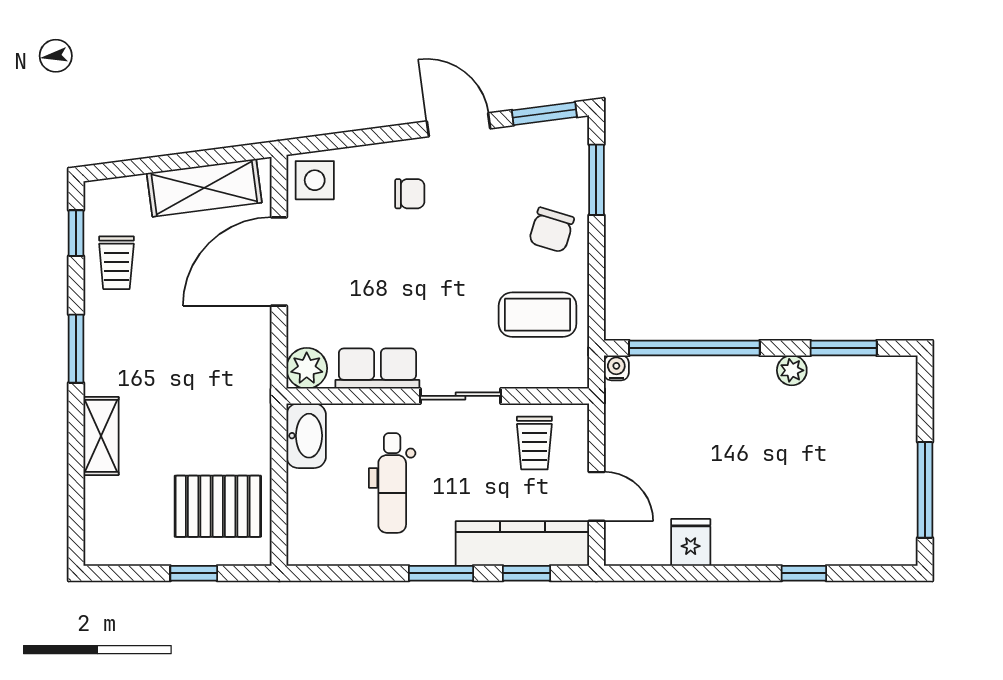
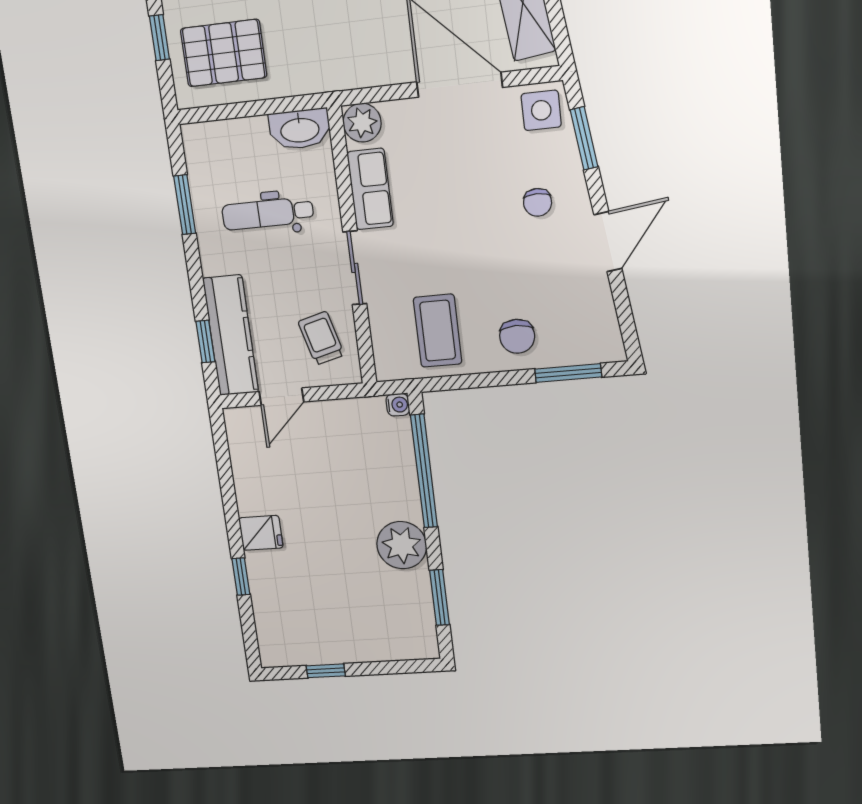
window: (544, 114) -> (584, 138), moved
chair: (551, 230) -> (517, 336), turned -107
plant: (792, 370) -> (402, 545), width x1.88, depth x1.88
trolley: (534, 443) -> (321, 338), turned 75
window: (925, 490) -> (326, 671), width x0.46
pallet: (218, 506) -> (224, 53), turned 90
fridge: (691, 542) -> (261, 533), moved
window: (441, 573) -> (185, 205), moved

